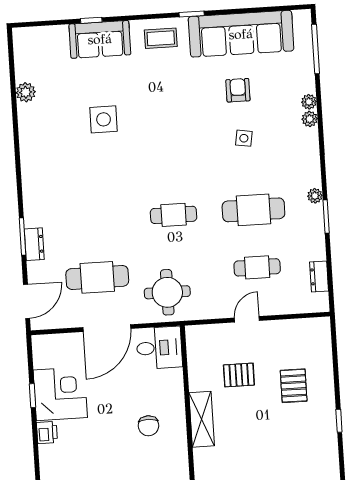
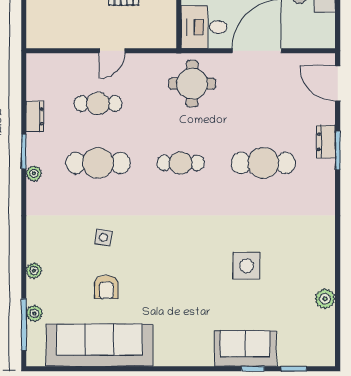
window: (192, 14) -> (294, 369), moved
coffee table: (161, 38) -> (182, 346), removed
plant: (310, 119) -> (34, 313), moved
dresser: (319, 276) -> (35, 116), moved
cafe table: (97, 277) -> (263, 163), moved
door: (27, 301) -> (338, 83), hinge flipped

